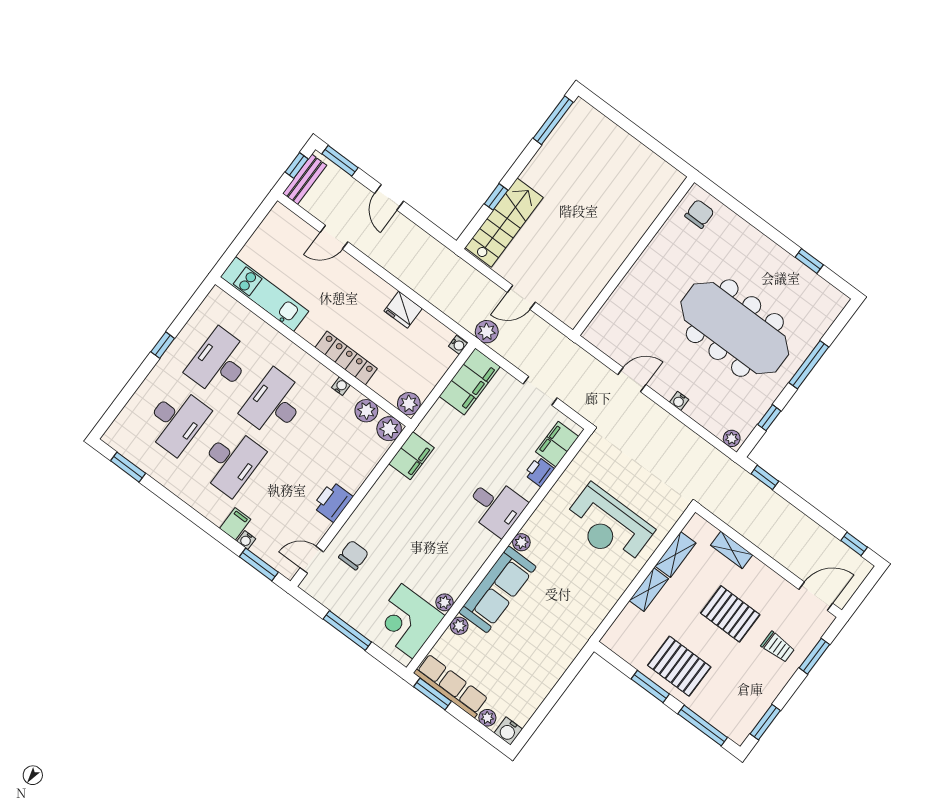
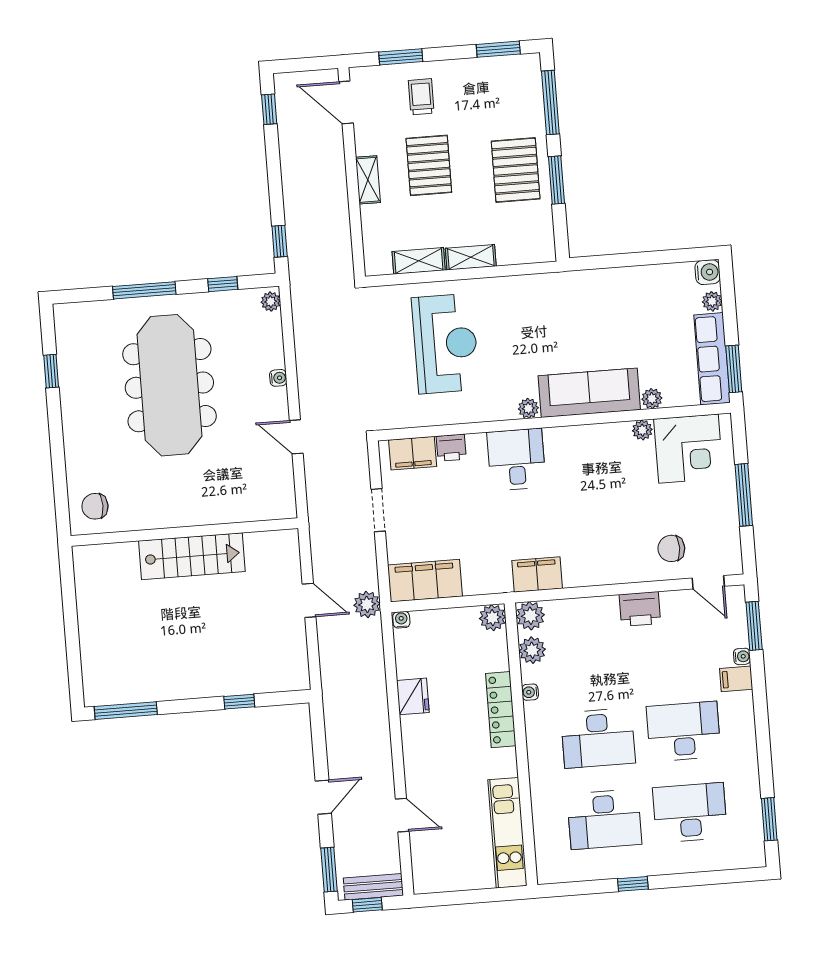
stairs: (504, 223) -> (192, 556), moved, turned 180
shelving: (732, 550) -> (368, 180), moved

